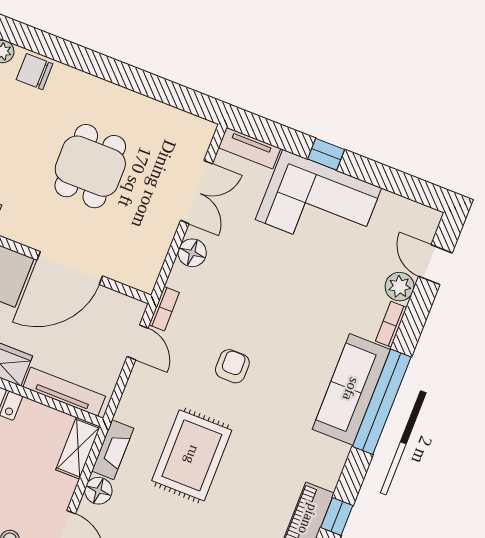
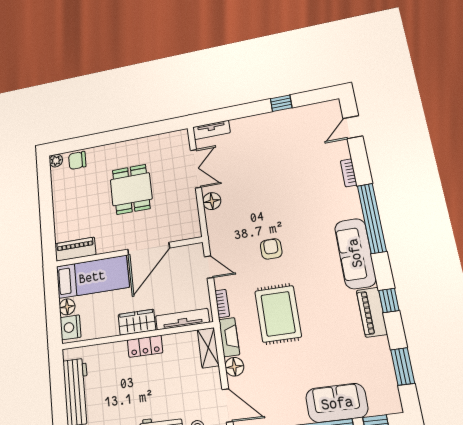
window: (326, 154) -> (281, 103), moved
corner sofa: (318, 204) -> (266, 135), removed
door: (435, 265) -> (353, 127), hinge flipped
plant: (400, 287) -> (340, 150), removed
bookcase: (164, 309) -> (222, 304), moved
sofa: (351, 389) -> (355, 253), moved

